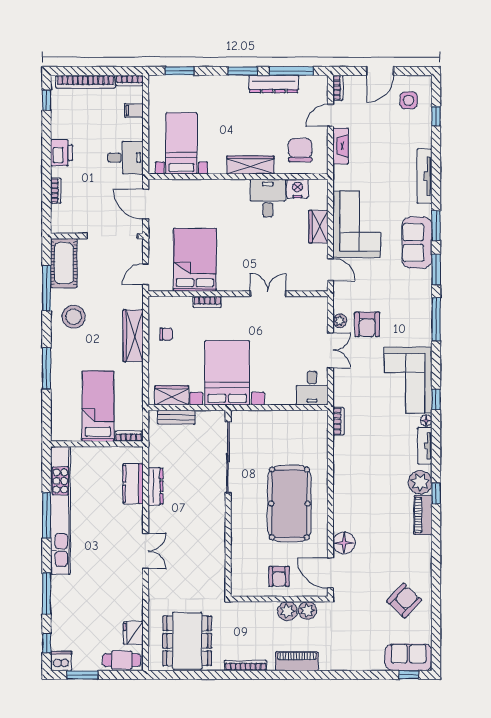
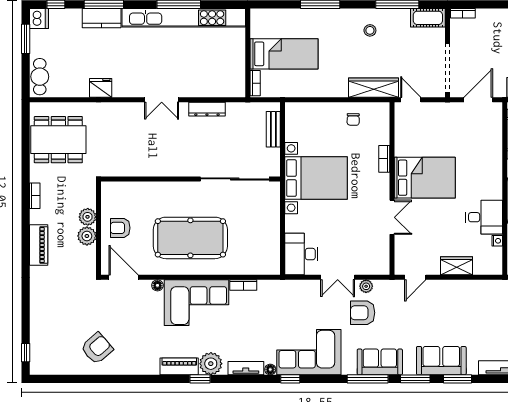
nightstand: (297, 189) -> (497, 241), width x0.53, depth x0.56
bookcase: (56, 191) -> (463, 13), moved
corner sofa: (357, 224) -> (196, 303), moved
bed: (195, 260) -> (425, 178), moved
cot: (64, 263) -> (428, 18), width x0.73, depth x0.75
stool: (74, 317) -> (370, 30), width x0.53, depth x0.53
wardrobe: (133, 336) -> (374, 88), moved
desk: (312, 388) -> (301, 254), width x1.37
wardrobe: (172, 395) -> (294, 125), removed
bookcase: (338, 421) -> (243, 285), moved
kitchen counter: (133, 484) -> (102, 18), moved, turned 180
floor lamp: (344, 543) -> (157, 285), width x0.53, depth x0.53
double door: (146, 551) -> (162, 100), moved
door: (330, 573) -> (124, 277), hinge flipped
armchair: (404, 601) -> (97, 348), turned -84
plant: (307, 610) -> (88, 217), moved
fridge: (133, 633) -> (101, 88), moved
sofa: (408, 657) -> (380, 362), moved, turned -90
bookcase: (246, 665) -> (35, 196), width x0.64

